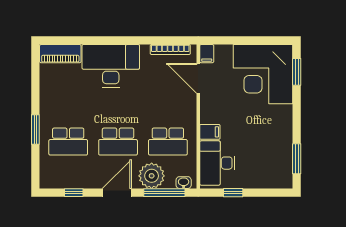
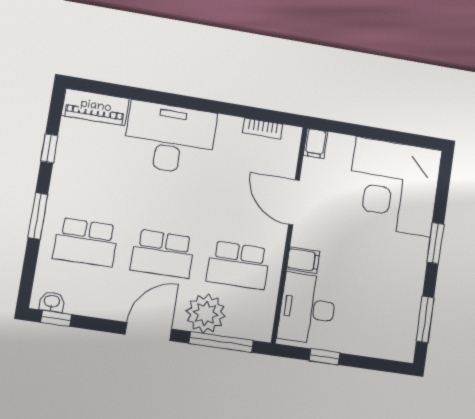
bookcase: (170, 50) -> (263, 128), width x0.64
window: (297, 72) -> (435, 243), moved
door: (198, 78) -> (294, 202), moved
window: (35, 85) -> (49, 148), added
washbasin: (184, 183) -> (52, 302), moved
window: (74, 193) -> (56, 318), moved

